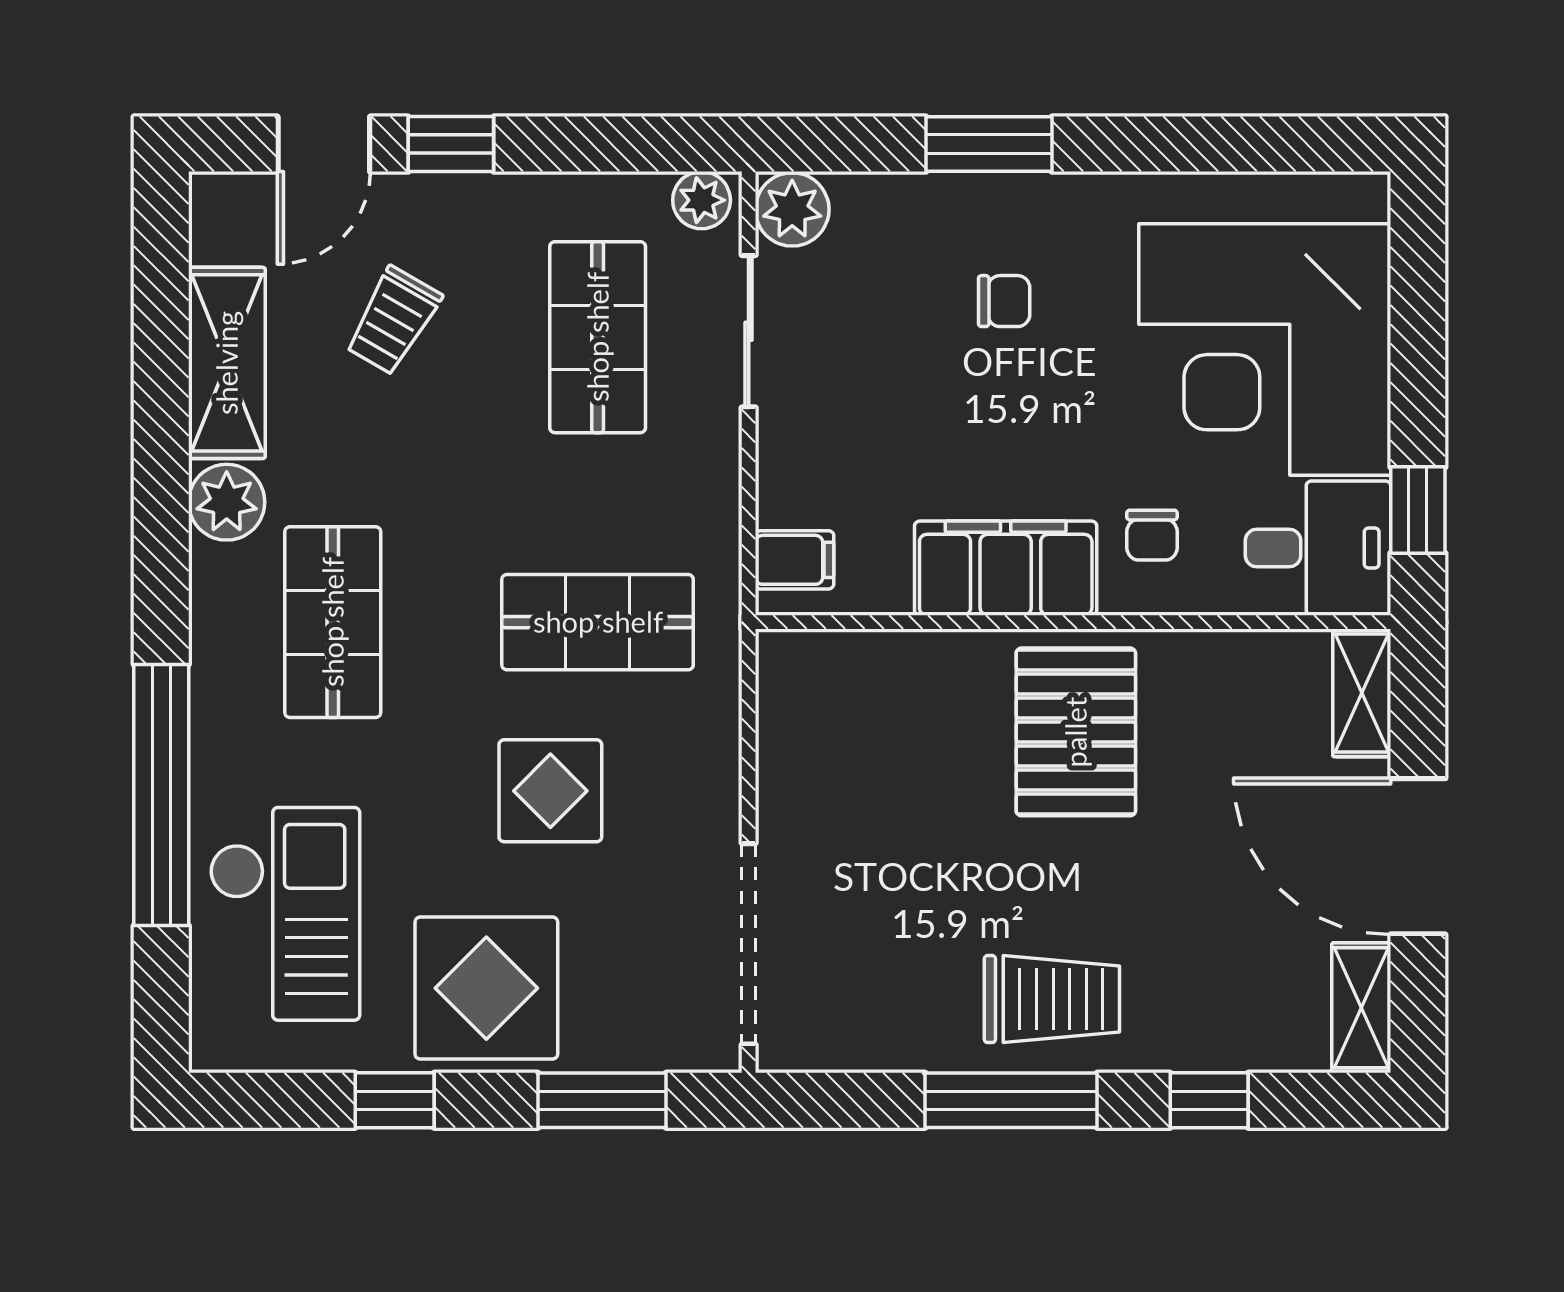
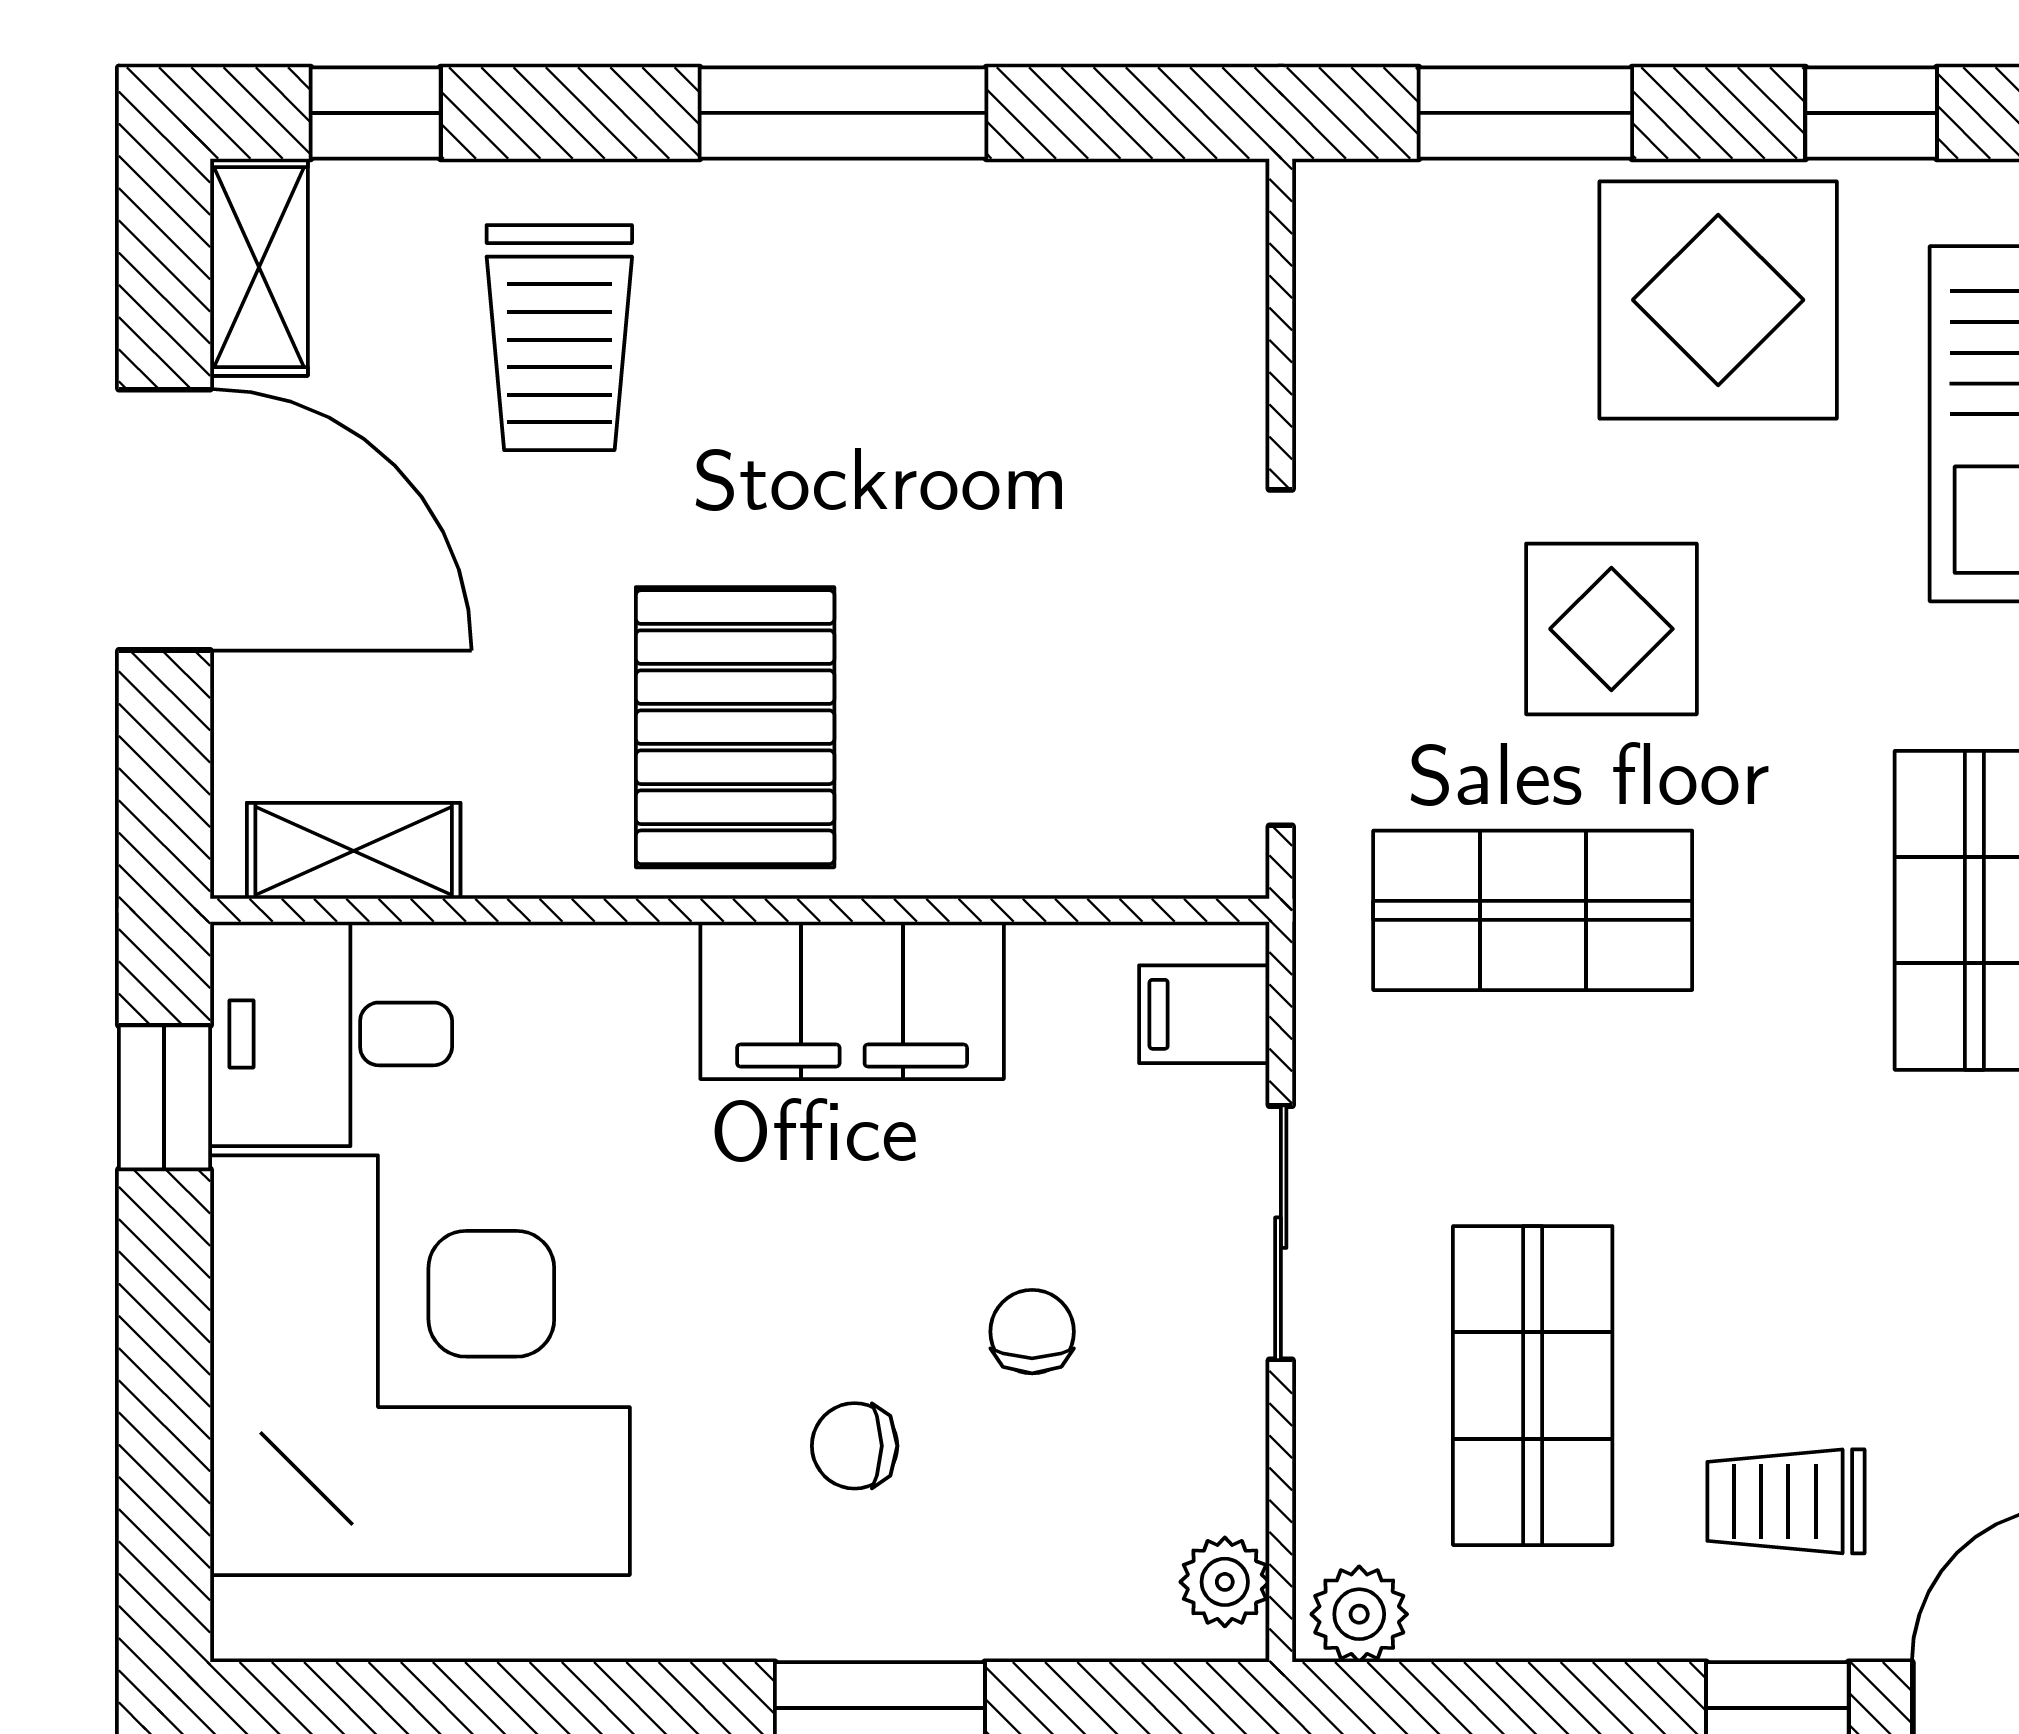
plant: (792, 209) -> (1225, 1582), width x0.73, depth x0.73
trolley: (393, 321) -> (1786, 1501), moved, turned -120
sliding door: (749, 331) -> (1281, 1233), moved
chair: (1152, 535) -> (1032, 1332), moved
shelving: (1362, 693) -> (354, 851), moved, turned 90
doorway: (749, 944) -> (1281, 658), moved
trolley: (1052, 999) -> (559, 338), moved, turned -90
window: (1209, 1100) -> (376, 113), moved

